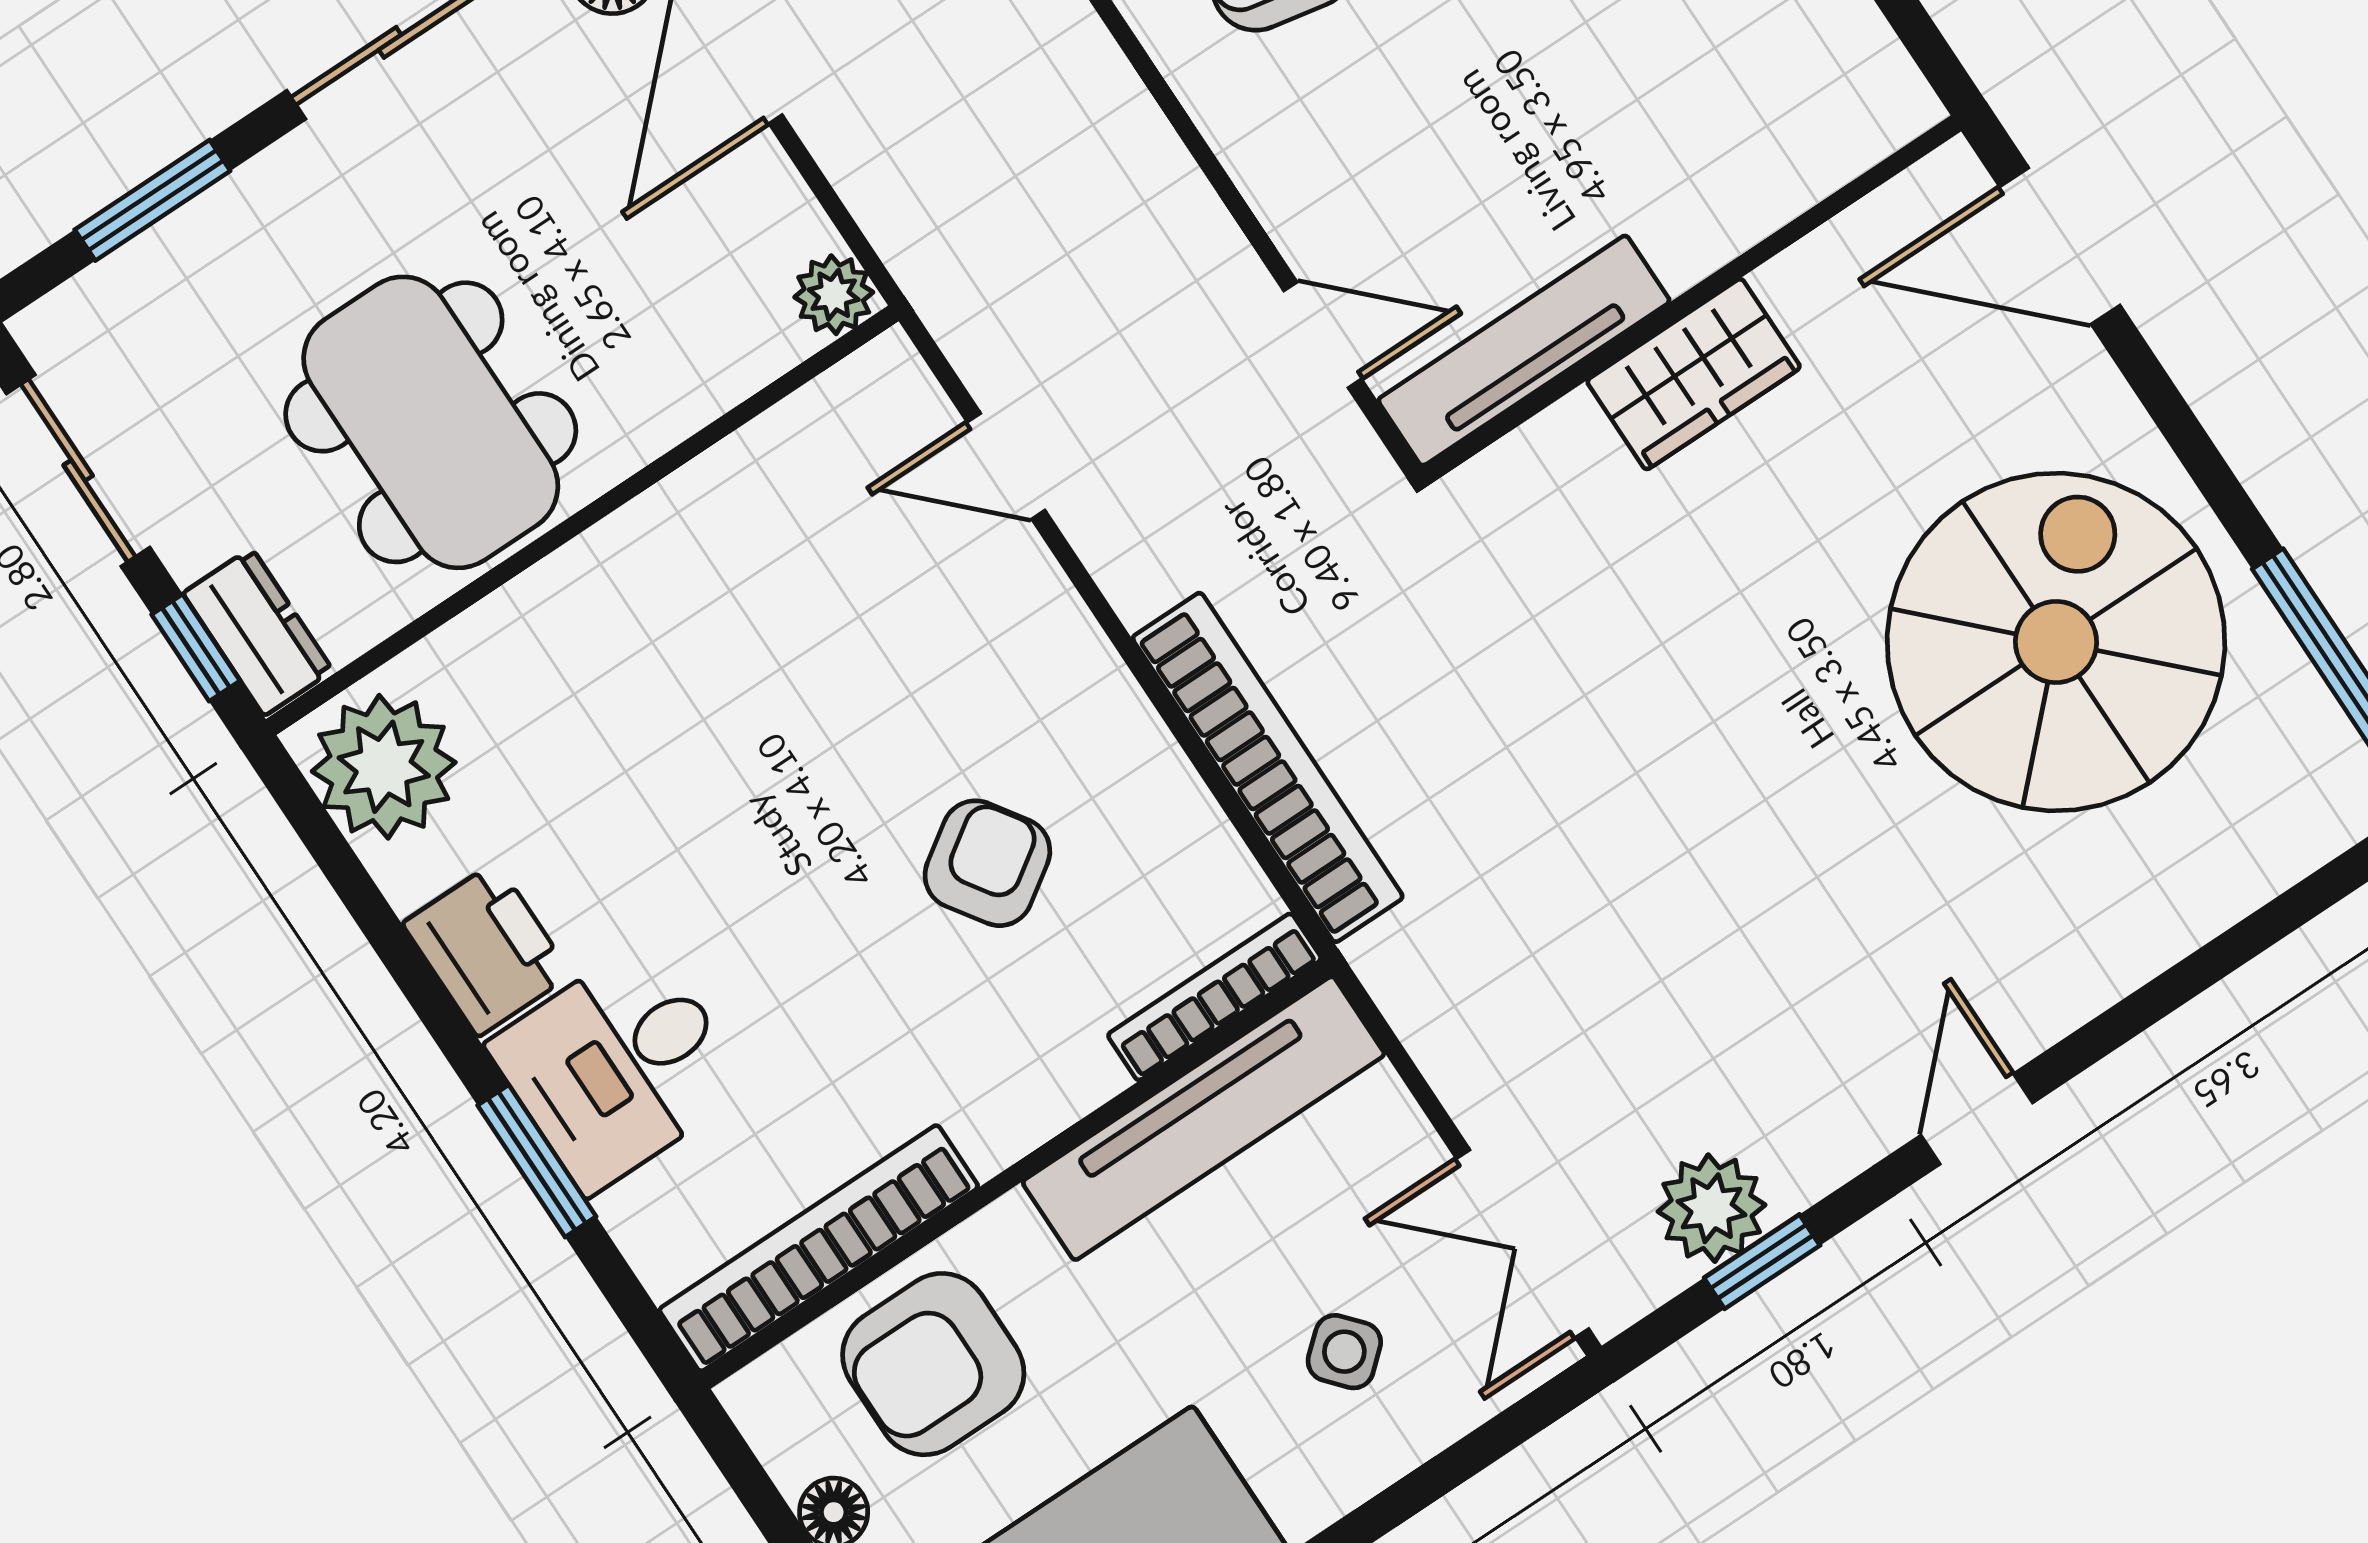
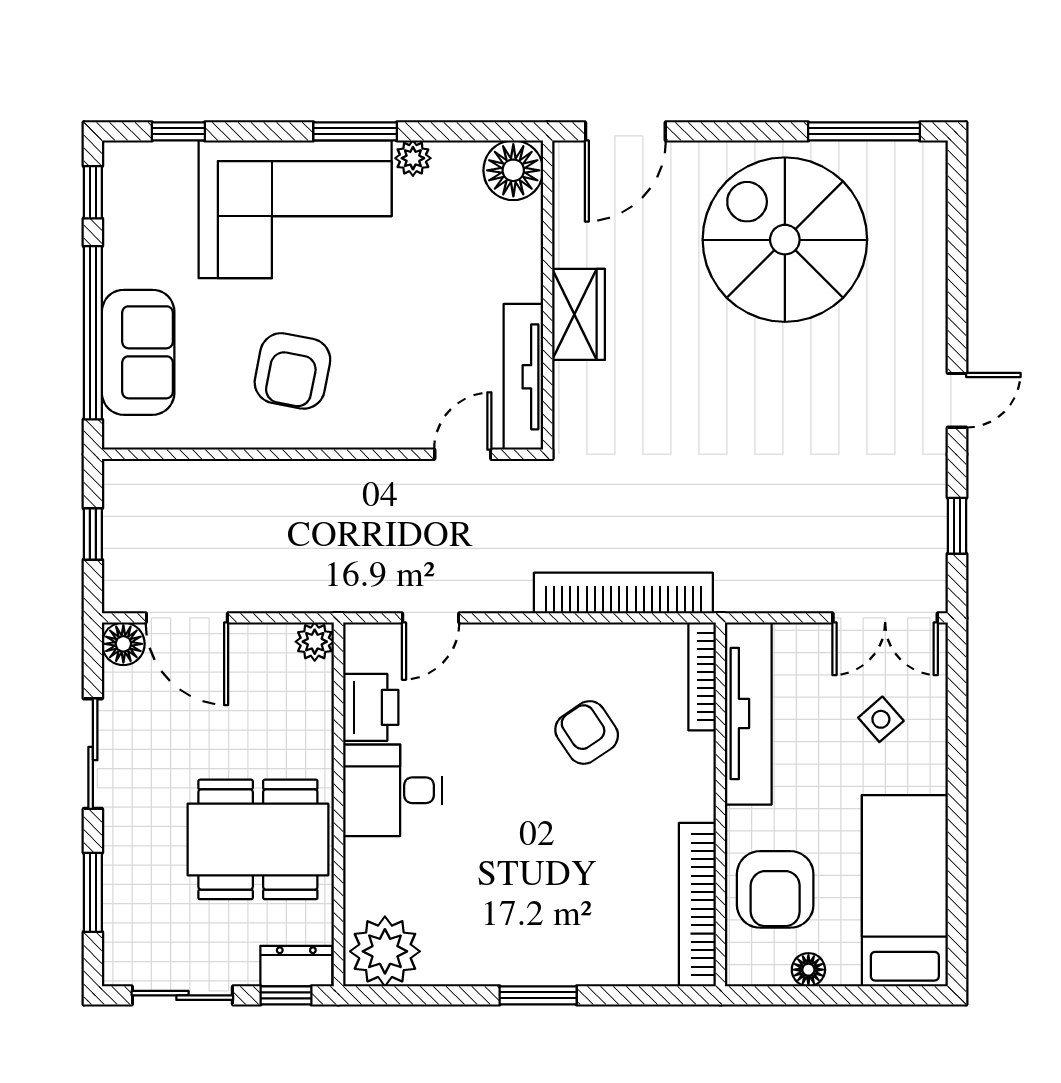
floor lamp: (1866, 99) -> (513, 170), added
printer: (487, 949) -> (371, 707), moved, turned 90
desk: (618, 1066) -> (392, 790), moved, turned 90
door: (1977, 1119) -> (957, 400), swing flipped
window: (537, 1161) -> (538, 995), moved
plant: (1712, 1208) -> (922, 532), removed

